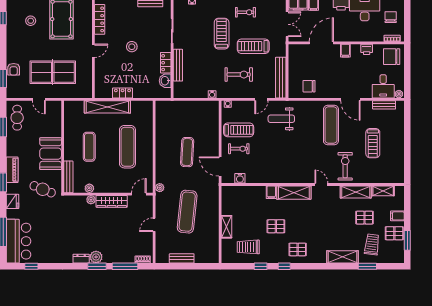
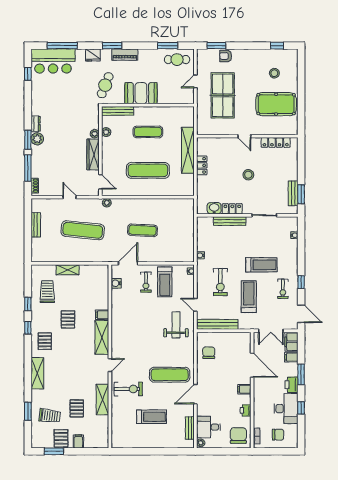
treadmill: (373, 143) -> (152, 417), turned 180
shelving: (383, 191) -> (104, 427), removed
shelving: (343, 257) -> (37, 373), moved

